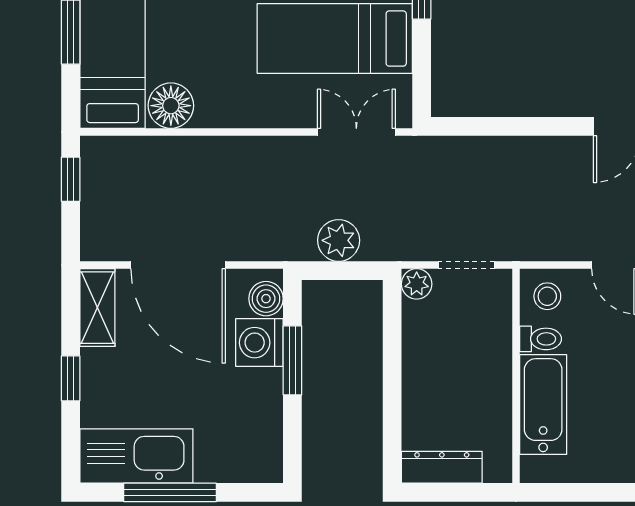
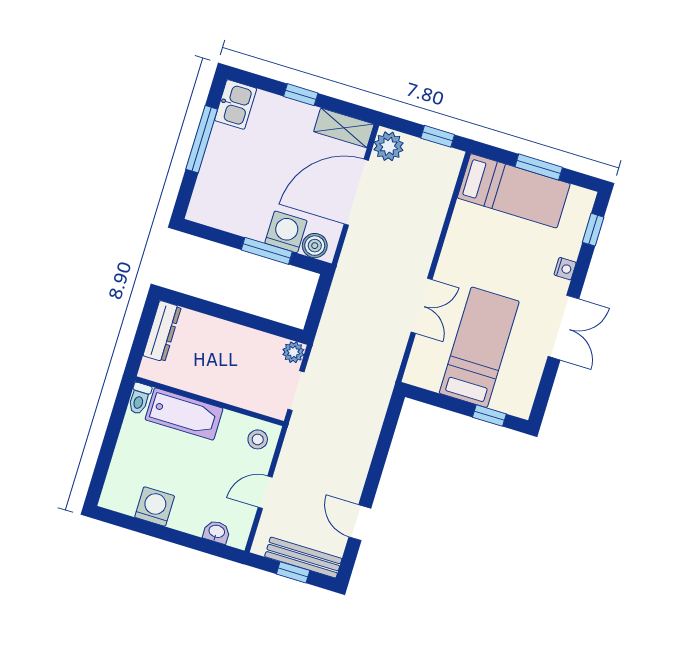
floor lamp: (171, 106) -> (467, 220), removed
double door: (356, 132) -> (422, 306), moved
plant: (339, 240) -> (389, 146), moved
toilet: (541, 339) -> (139, 398), moved
kitchen sink: (136, 456) -> (236, 104), width x0.53, depth x0.81

